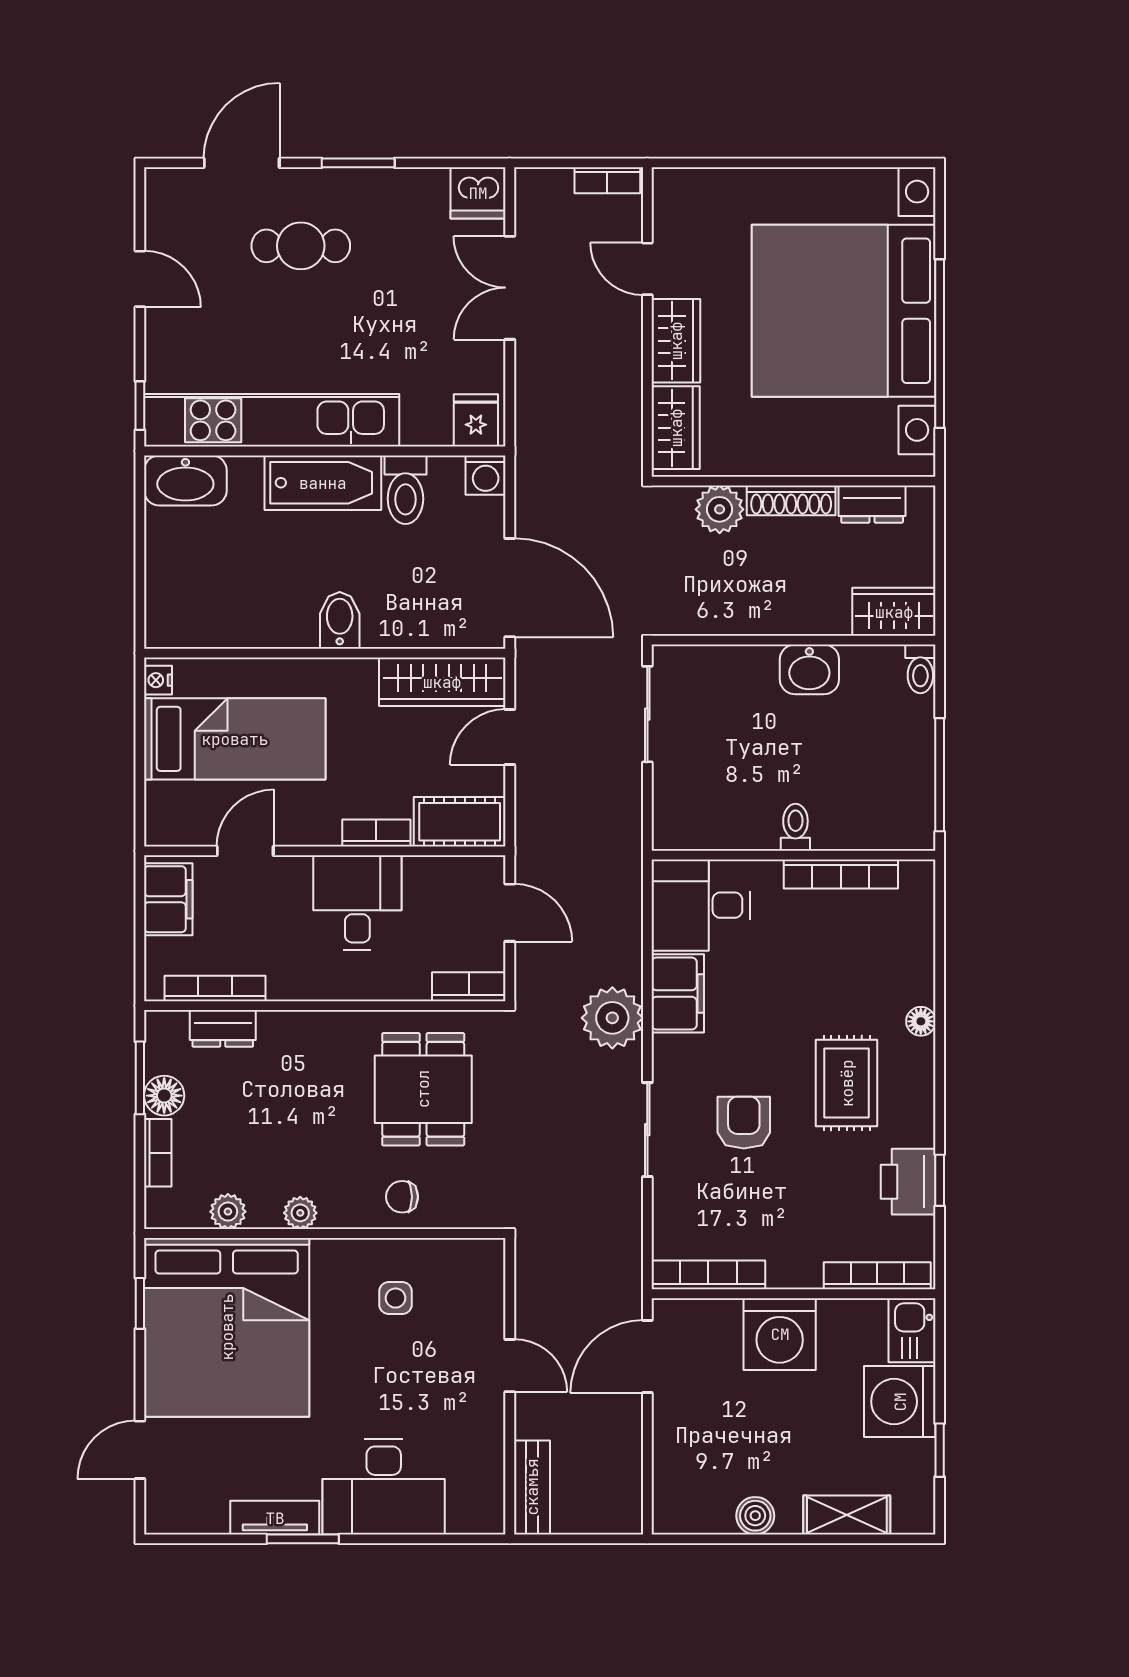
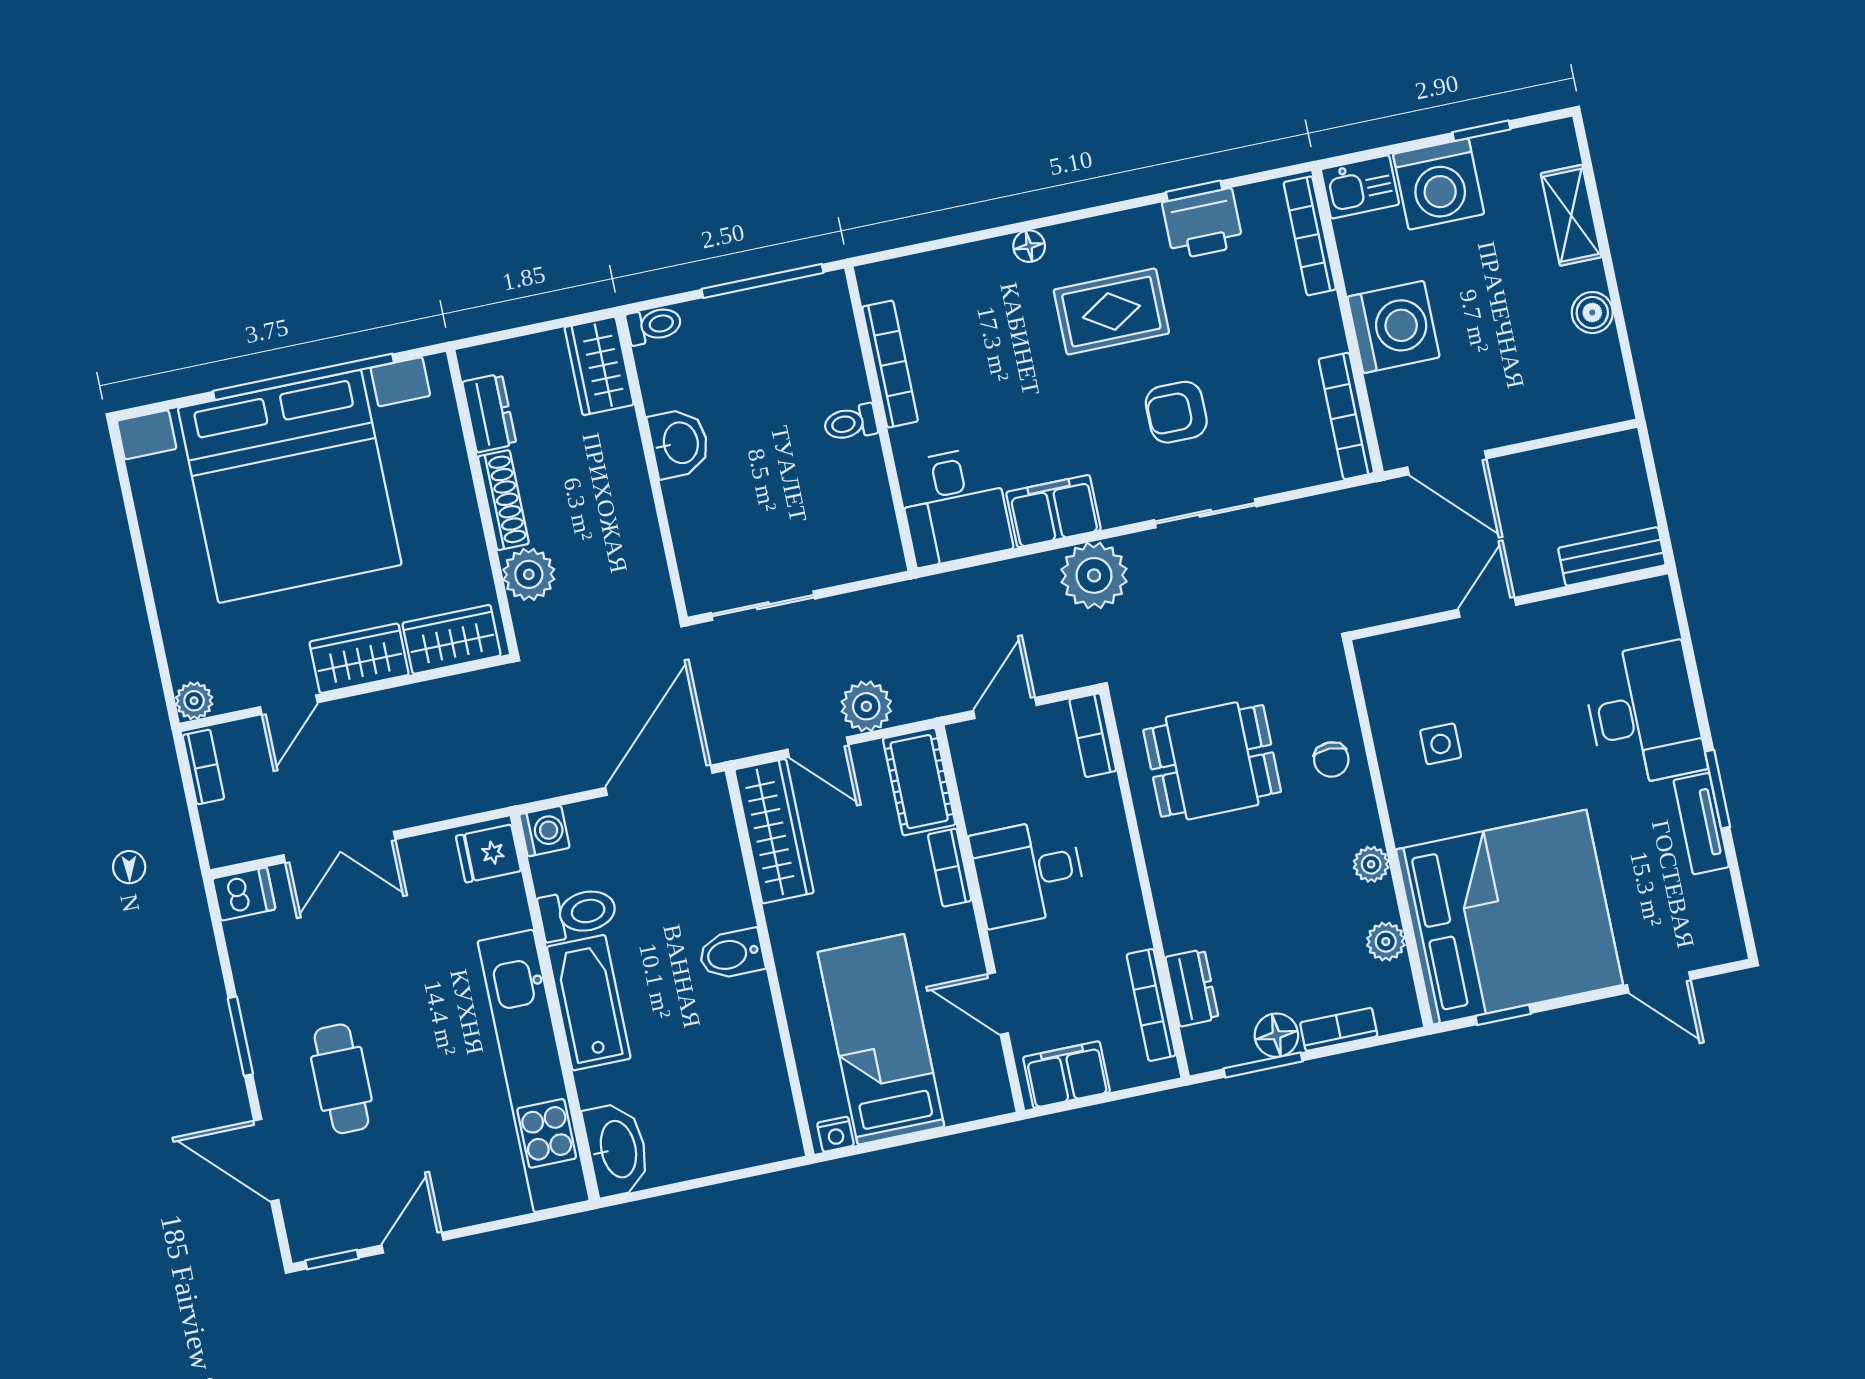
plant: (669, 184) -> (194, 701), added
dishwasher: (478, 193) -> (244, 894), width x0.73
window: (140, 406) -> (332, 1260), moved
plant: (537, 788) -> (866, 706), added

